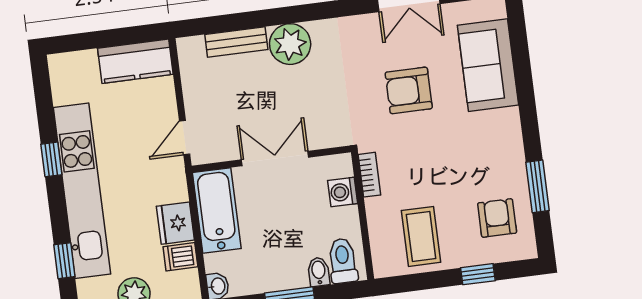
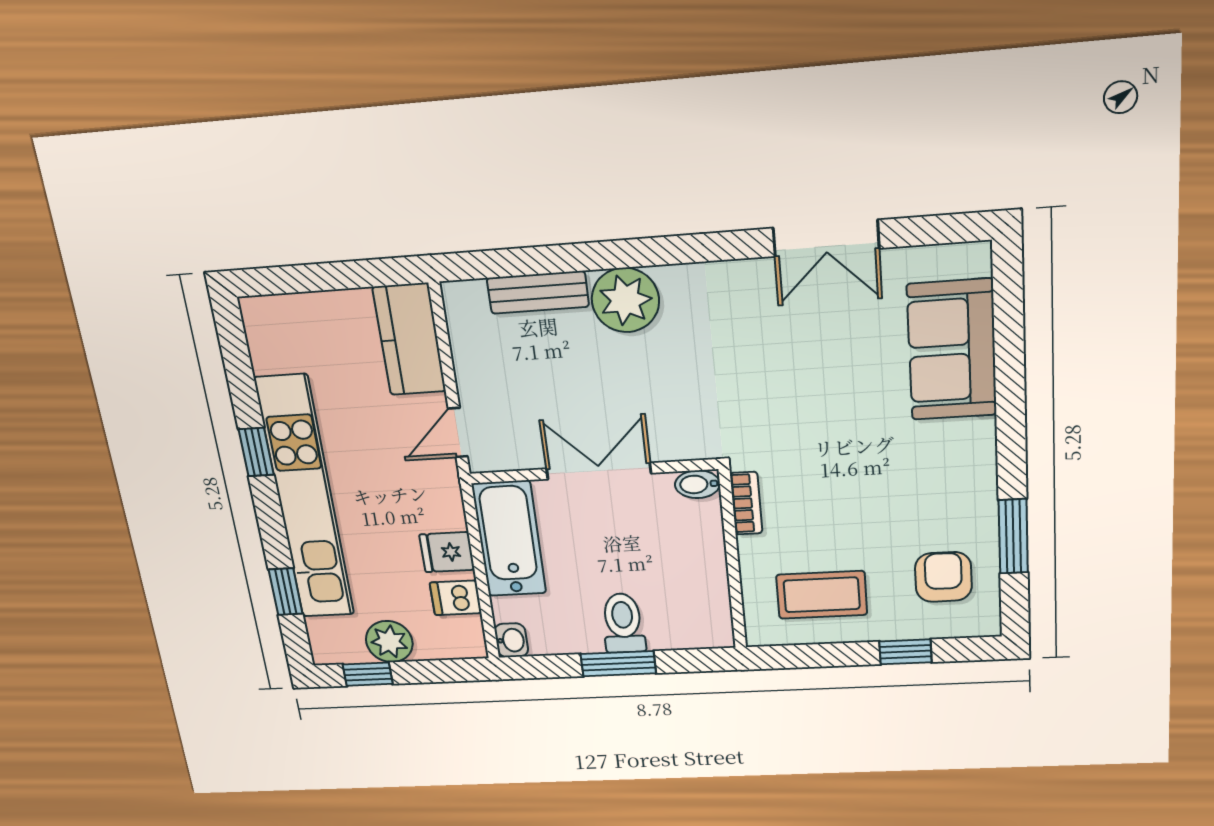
kitchen counter: (135, 61) -> (409, 339), moved, turned 90
armchair: (409, 90) -> (817, 382), removed
washing machine: (343, 192) -> (703, 525), removed
fridge: (175, 223) -> (447, 552), width x0.72
coffee table: (421, 236) -> (822, 595), turned 90
toilet: (343, 261) -> (623, 623), moved
bidet: (319, 272) -> (697, 484), moved, turned -90

